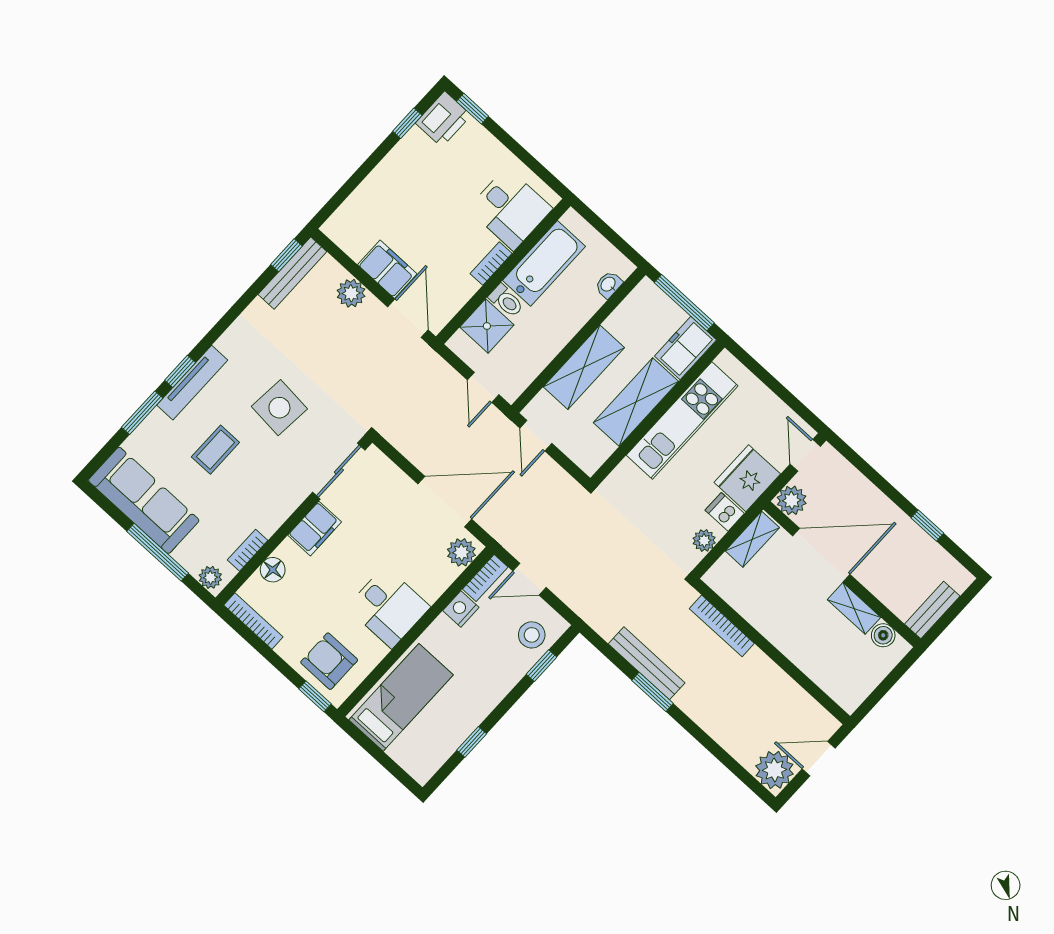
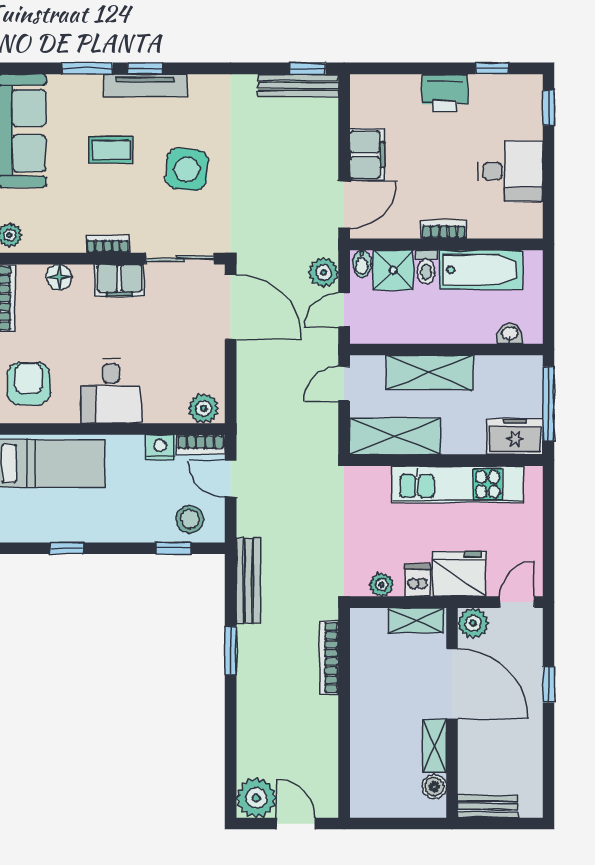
printer: (443, 119) -> (445, 93), moved
desk: (510, 209) -> (510, 171), moved, turned -90
plant: (351, 293) -> (324, 272), moved
bidet: (462, 344) -> (362, 264), added
shelving: (636, 402) -> (395, 436), moved
door: (445, 502) -> (231, 307), moved
window: (927, 525) -> (549, 685), moved
bookcase: (248, 550) -> (108, 244), moved
bench: (647, 663) -> (248, 581), moved

